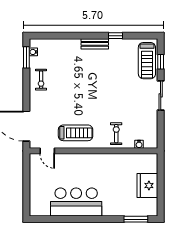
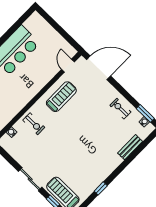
bench: (95, 44) -> (130, 147), moved
treadmill: (76, 133) -> (61, 97), turned 180
door: (47, 151) -> (68, 66), hinge flipped

